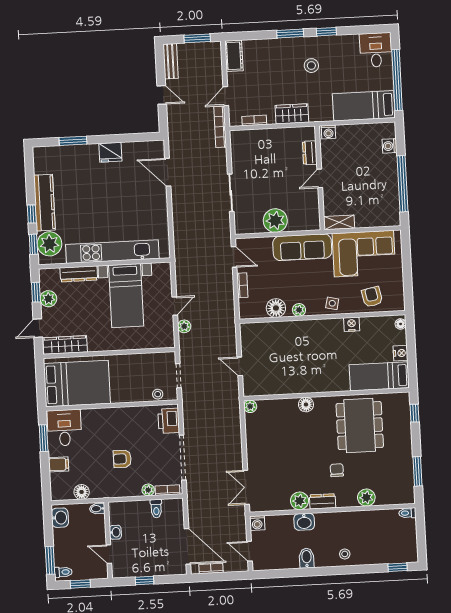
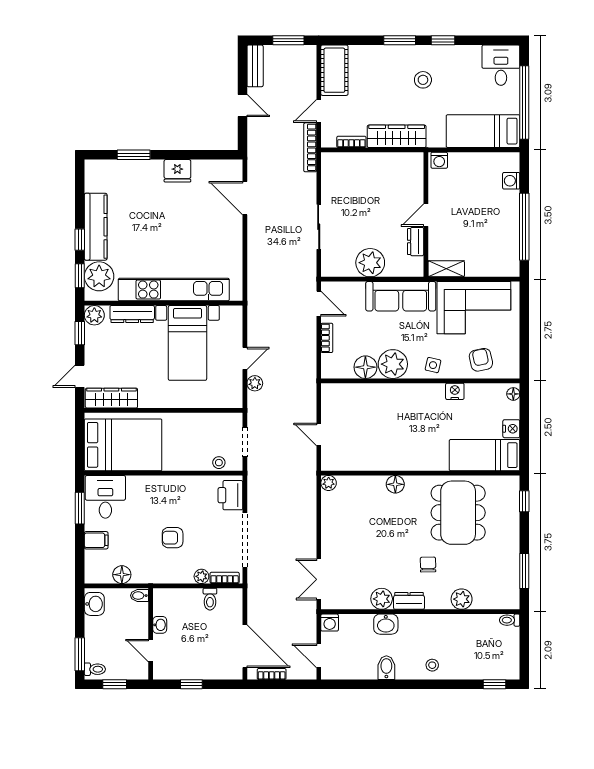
cot: (234, 56) -> (334, 70), width x1.37, depth x1.34
wardrobe: (292, 114) -> (397, 136), width x1.50
dresser: (310, 153) -> (416, 242), moved
plant: (48, 299) -> (94, 315), moved
plant: (299, 310) -> (393, 364), width x1.87, depth x1.87

